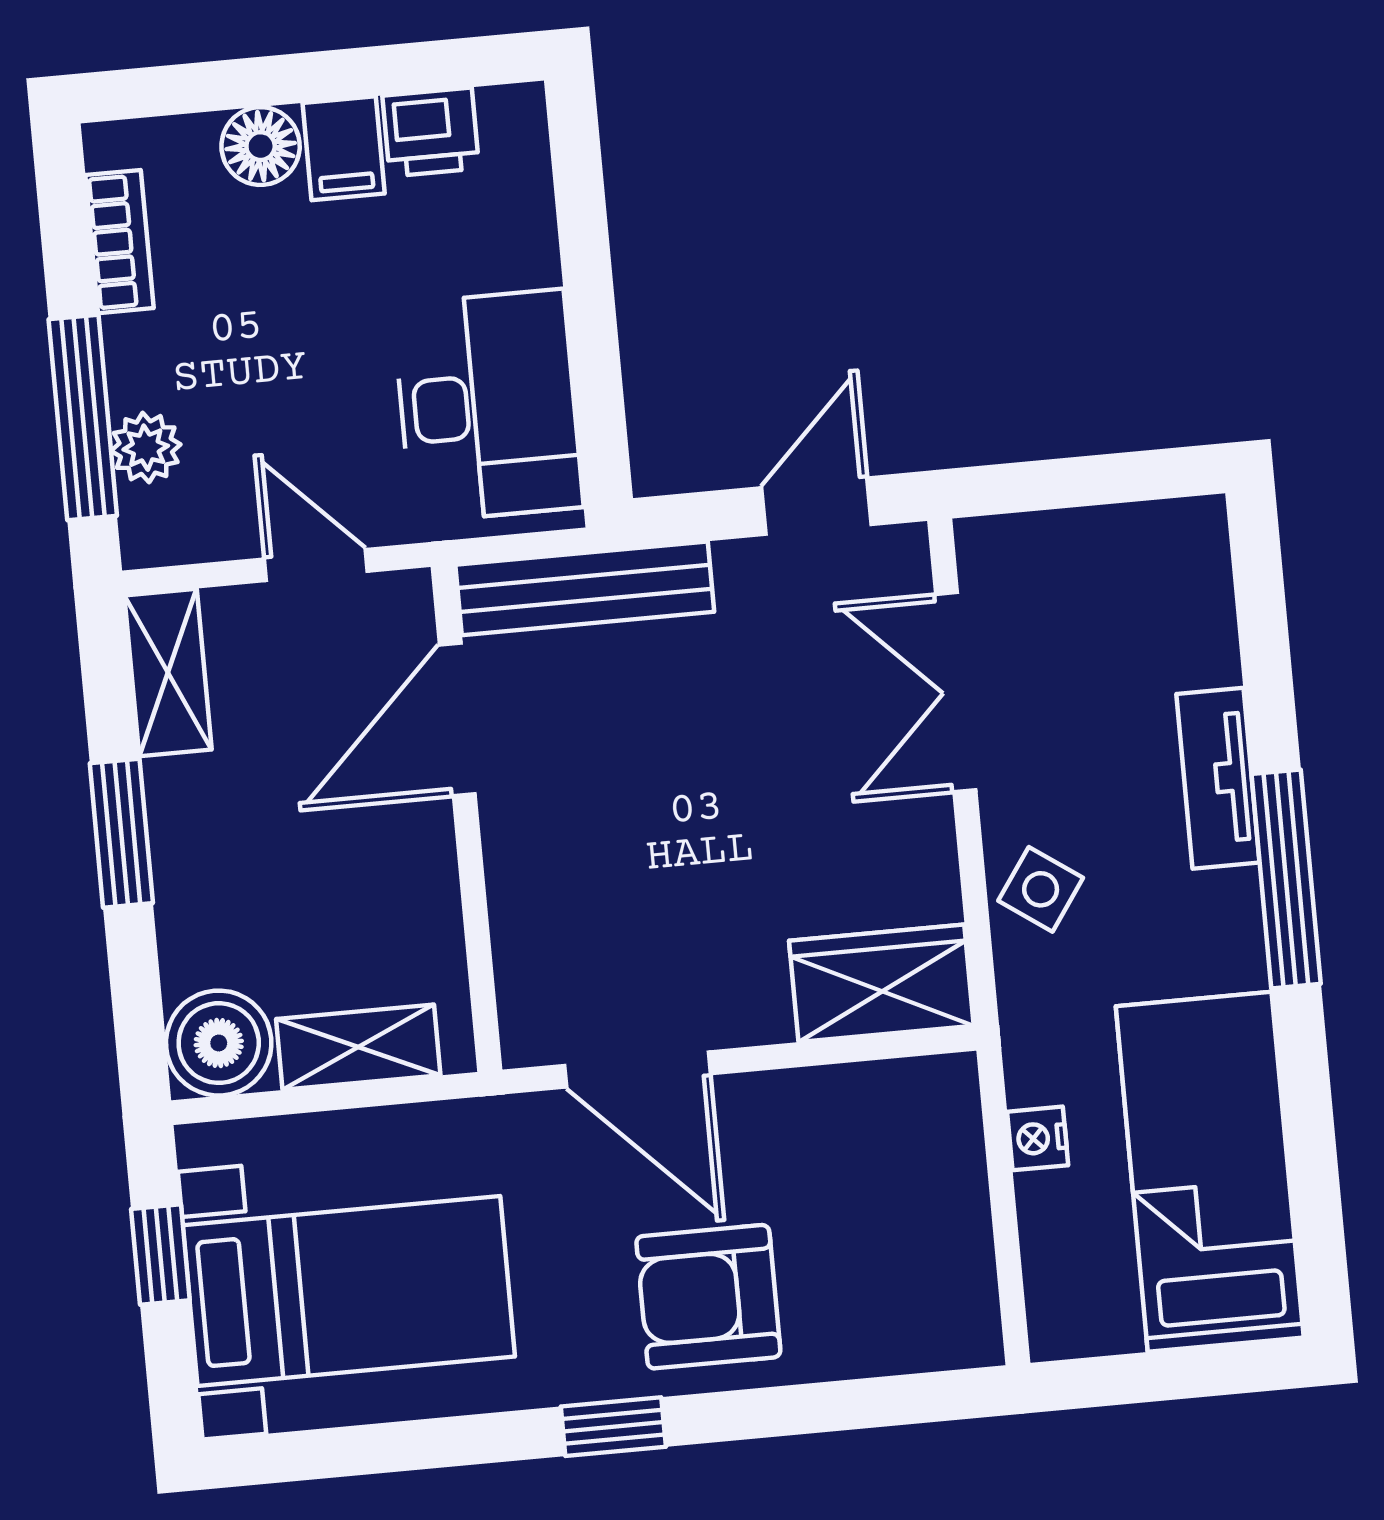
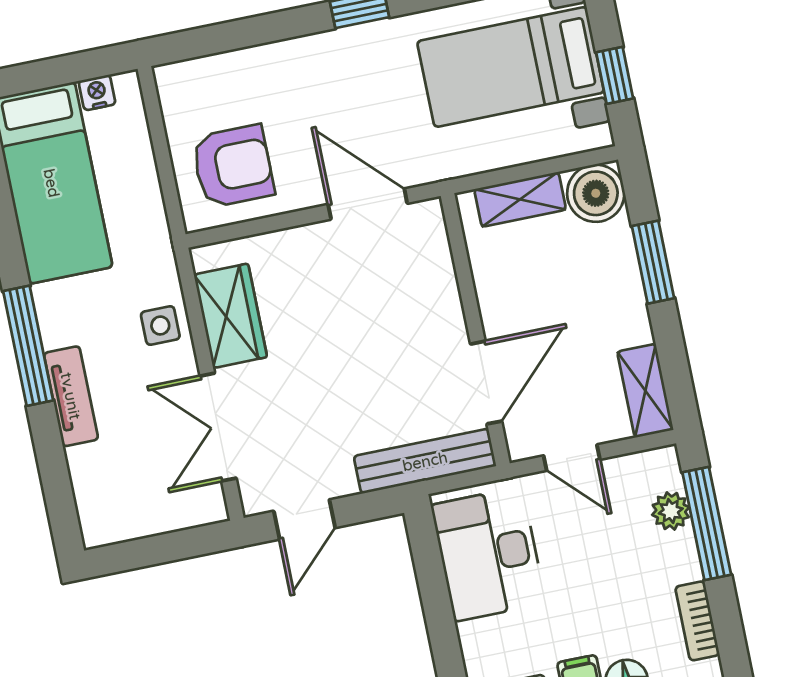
double door: (956, 692) -> (218, 427), swing flipped
window: (121, 833) -> (653, 262), moved
side table: (1041, 889) -> (160, 325), turned -35
wardrobe: (881, 983) -> (230, 316), moved, turned -90
nightstand: (1038, 1138) -> (97, 93), moved, turned -90
armchair: (708, 1297) -> (233, 166), moved

